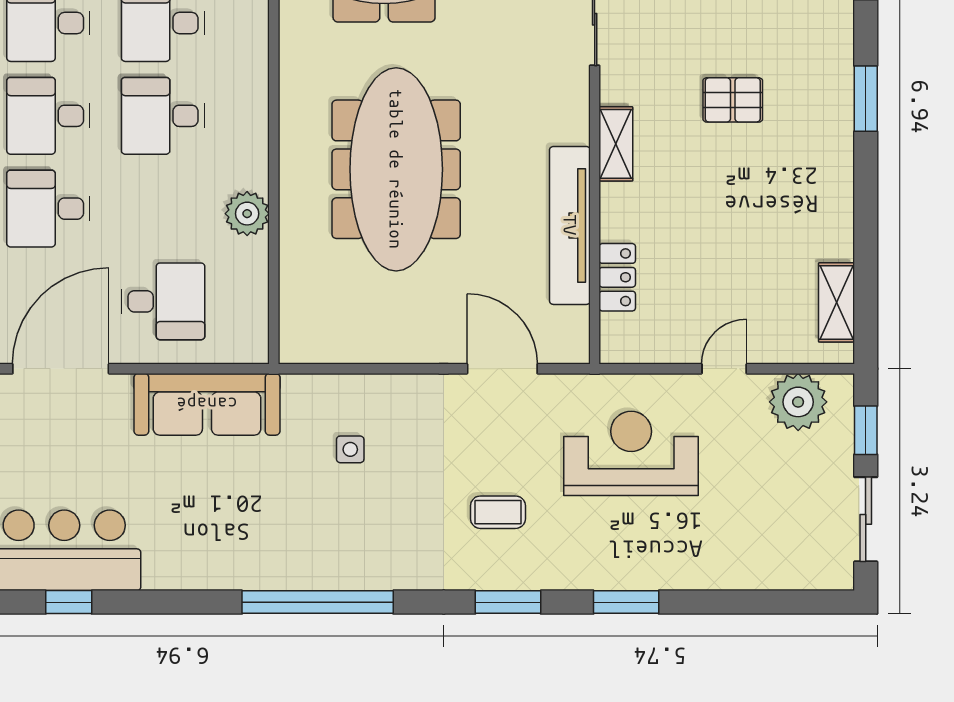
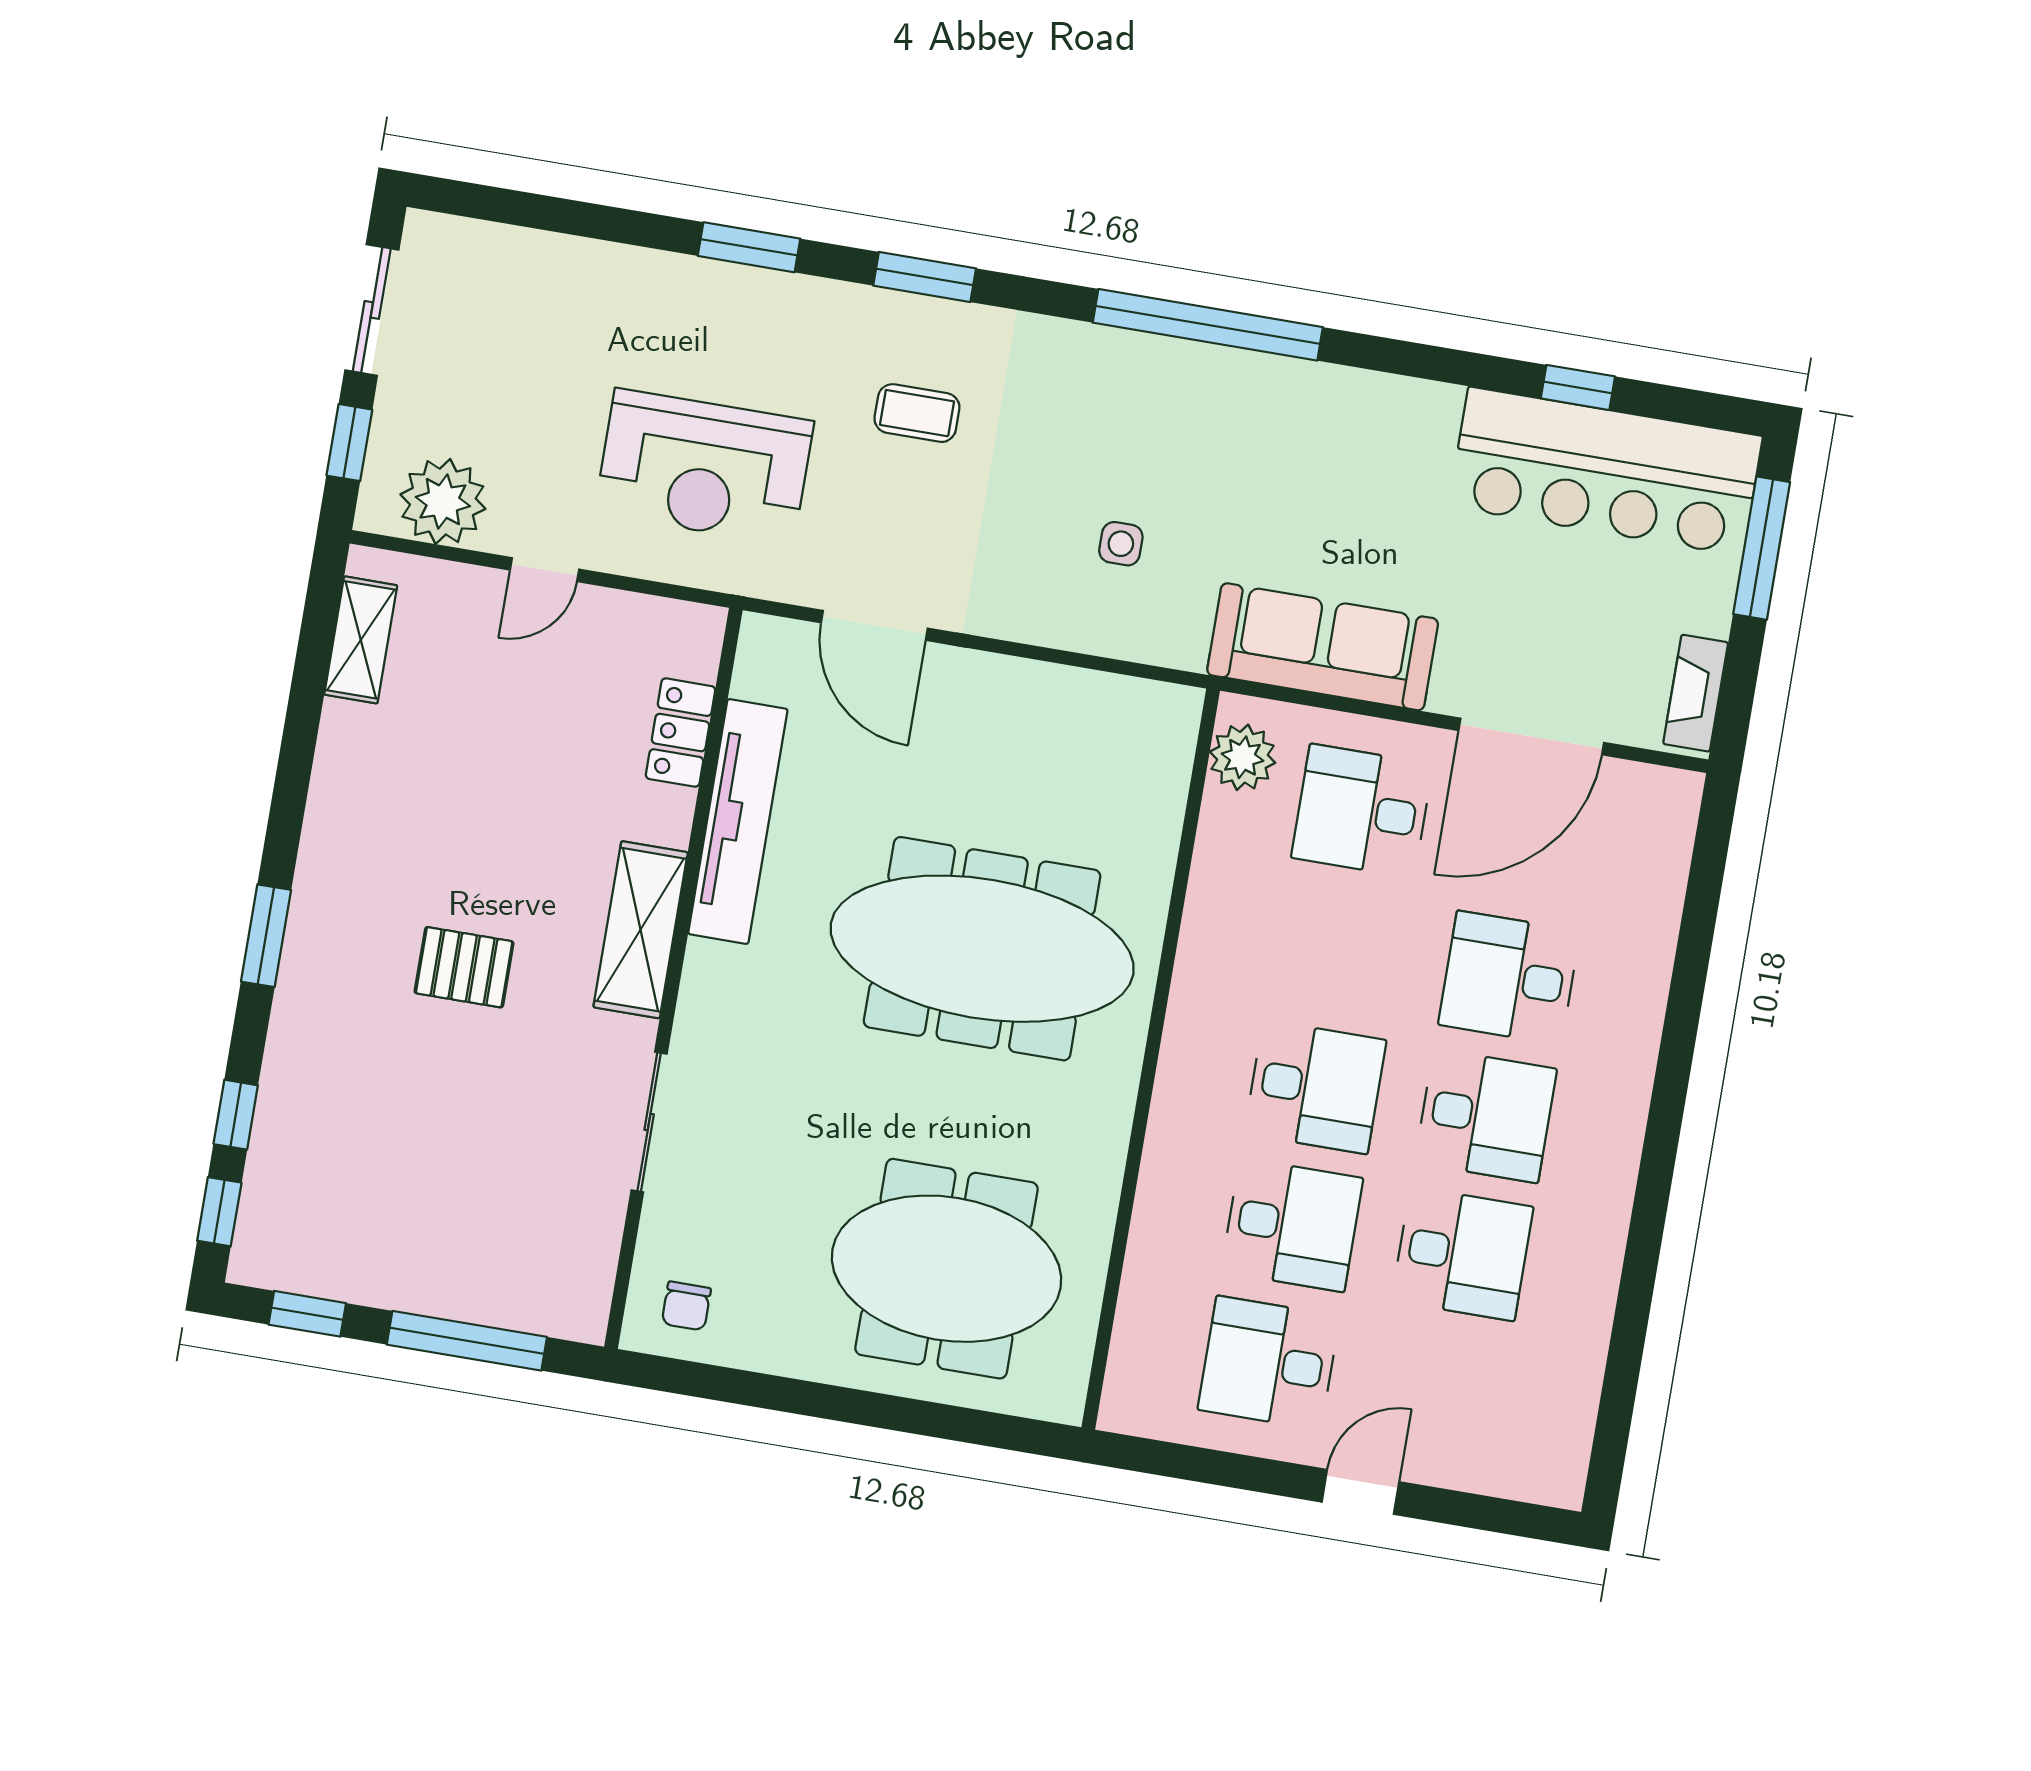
shelving: (616, 144) -> (641, 930), width x1.50, depth x1.33
meeting table: (396, 169) -> (982, 949), turned 90
desk: (48, 209) -> (1509, 978), turned 180
plant: (247, 214) -> (1243, 757), moved

